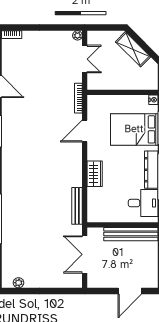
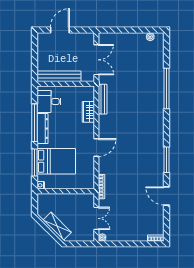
double door: (85, 59) -> (96, 218), swing flipped
door: (85, 131) -> (96, 147), moved
wardrobe: (95, 174) -> (88, 112), moved

